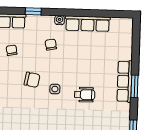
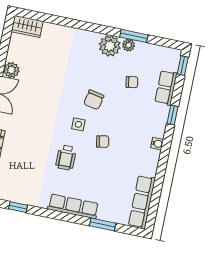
row of seats: (88, 24) -> (142, 202), moved
chair: (51, 45) -> (103, 142), moved
window: (134, 86) -> (103, 225), moved

